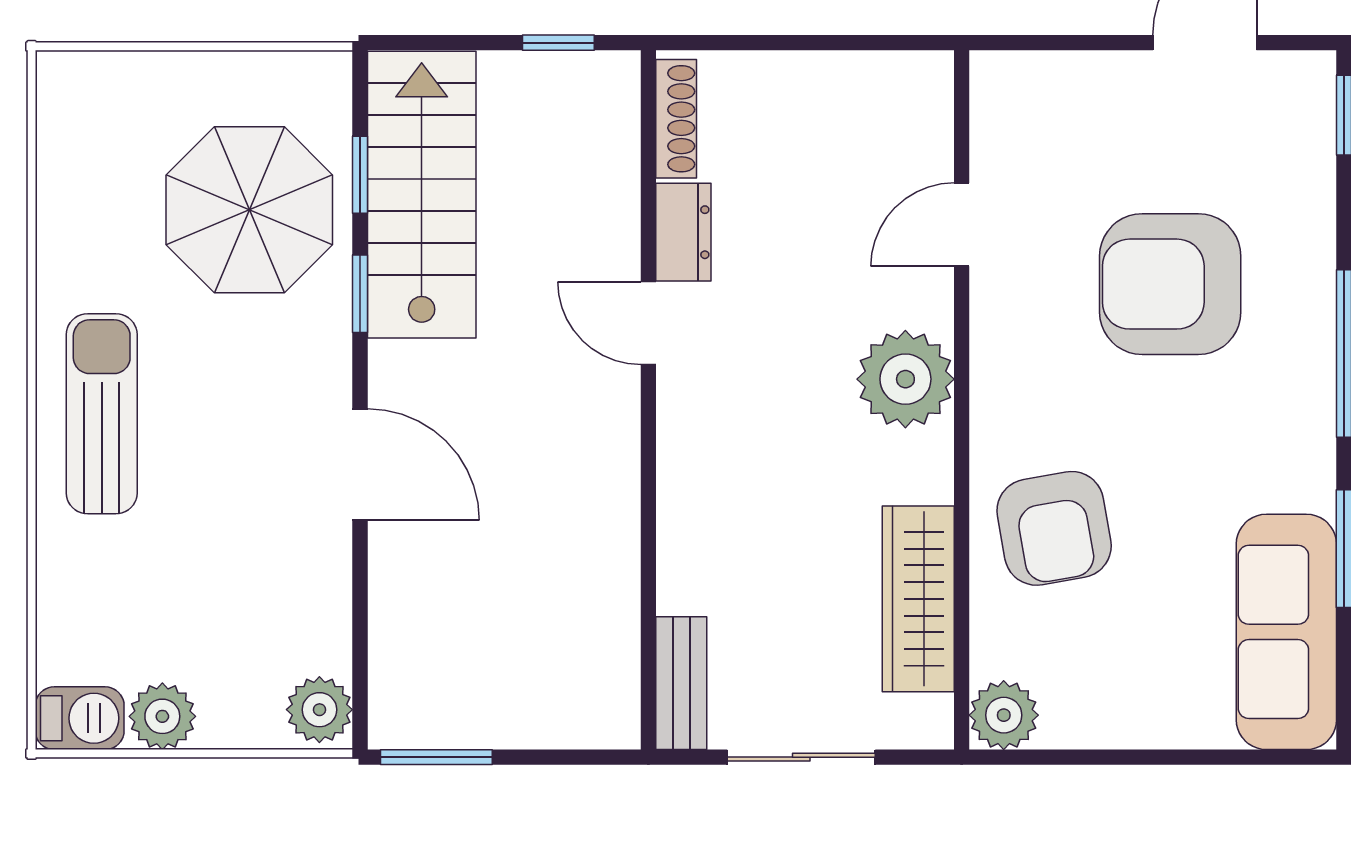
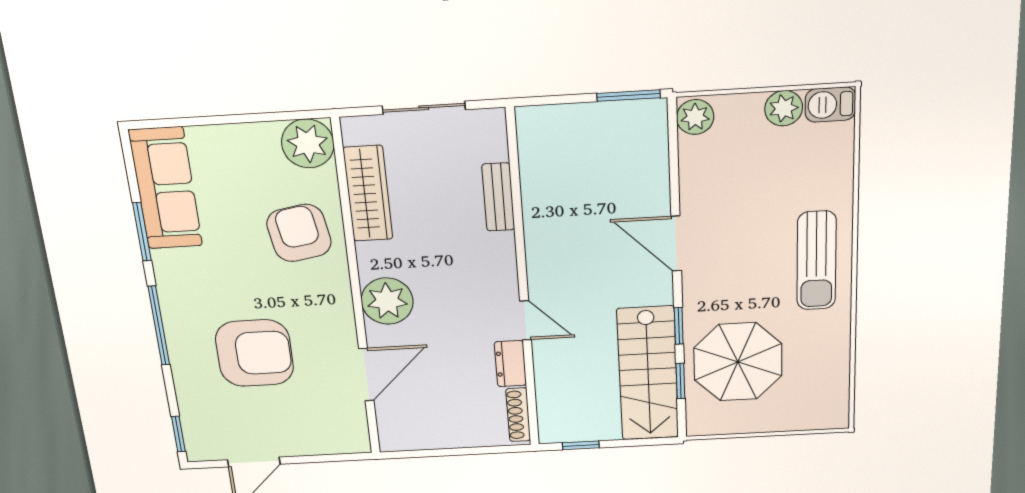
door: (962, 225) -> (366, 375), width x1.38
bench: (681, 683) -> (498, 197), moved
plant: (1004, 715) -> (308, 143), width x1.36, depth x1.36

